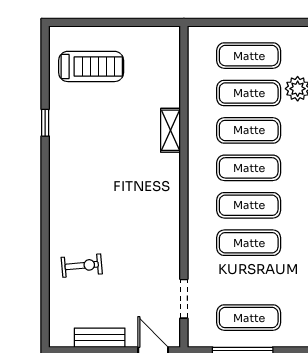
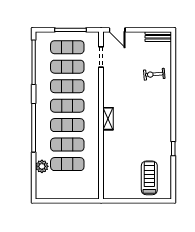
exercise mat: (249, 56) -> (67, 67), moved
treadmill: (91, 66) -> (149, 178), turned 90
shelving: (171, 130) -> (108, 119), moved
bench: (100, 338) -> (158, 37), moved

